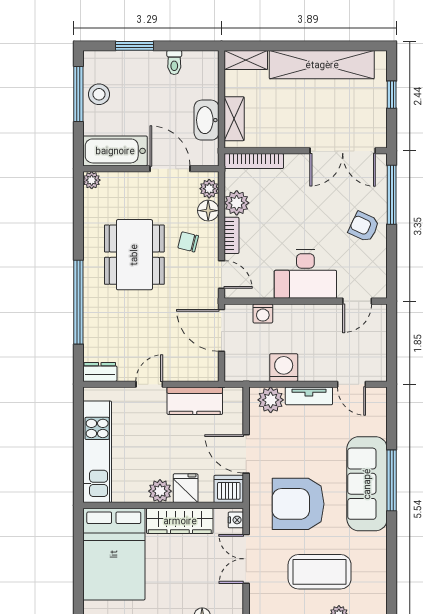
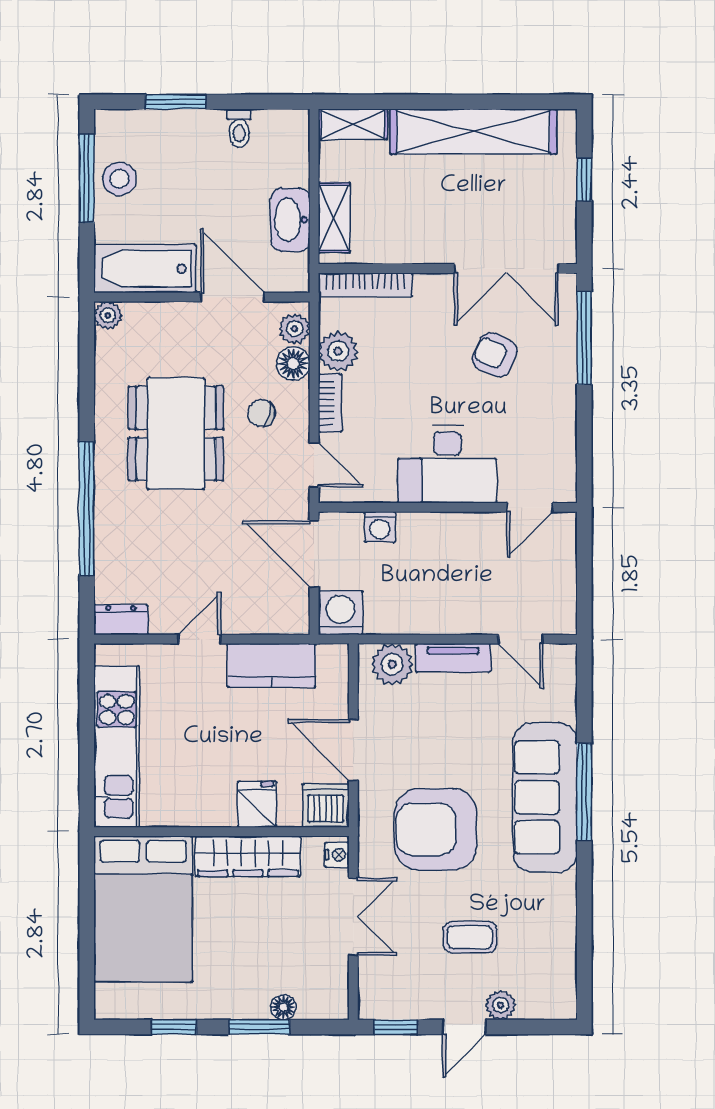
armchair: (364, 227) -> (495, 355), moved
washing machine: (284, 368) -> (340, 613), moved
plant: (160, 491) -> (216, 809), removed
double door: (246, 559) -> (353, 917), swing flipped
coffee table: (320, 572) -> (470, 937), width x0.54, depth x0.58

